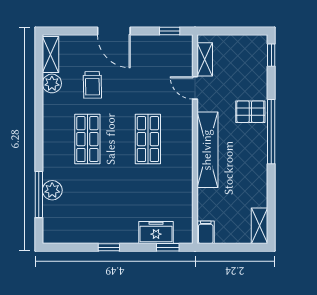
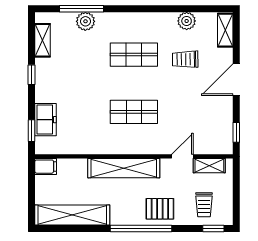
shelving: (51, 55) -> (225, 30), moved, turned 90
trolley: (246, 65) -> (204, 205), added
pallet: (250, 112) -> (160, 209), turned 90
shelving: (260, 226) -> (72, 215), width x2.20, depth x1.33
shelving: (72, 236) -> (43, 40), added

